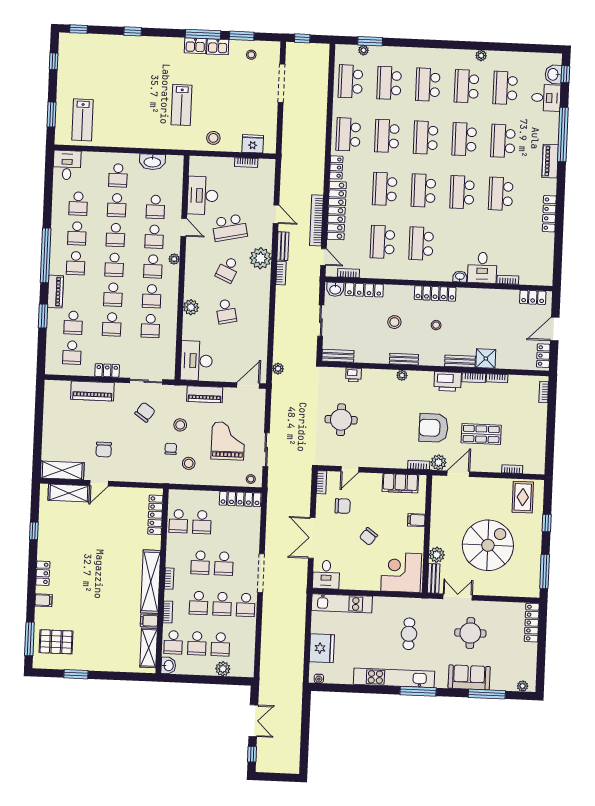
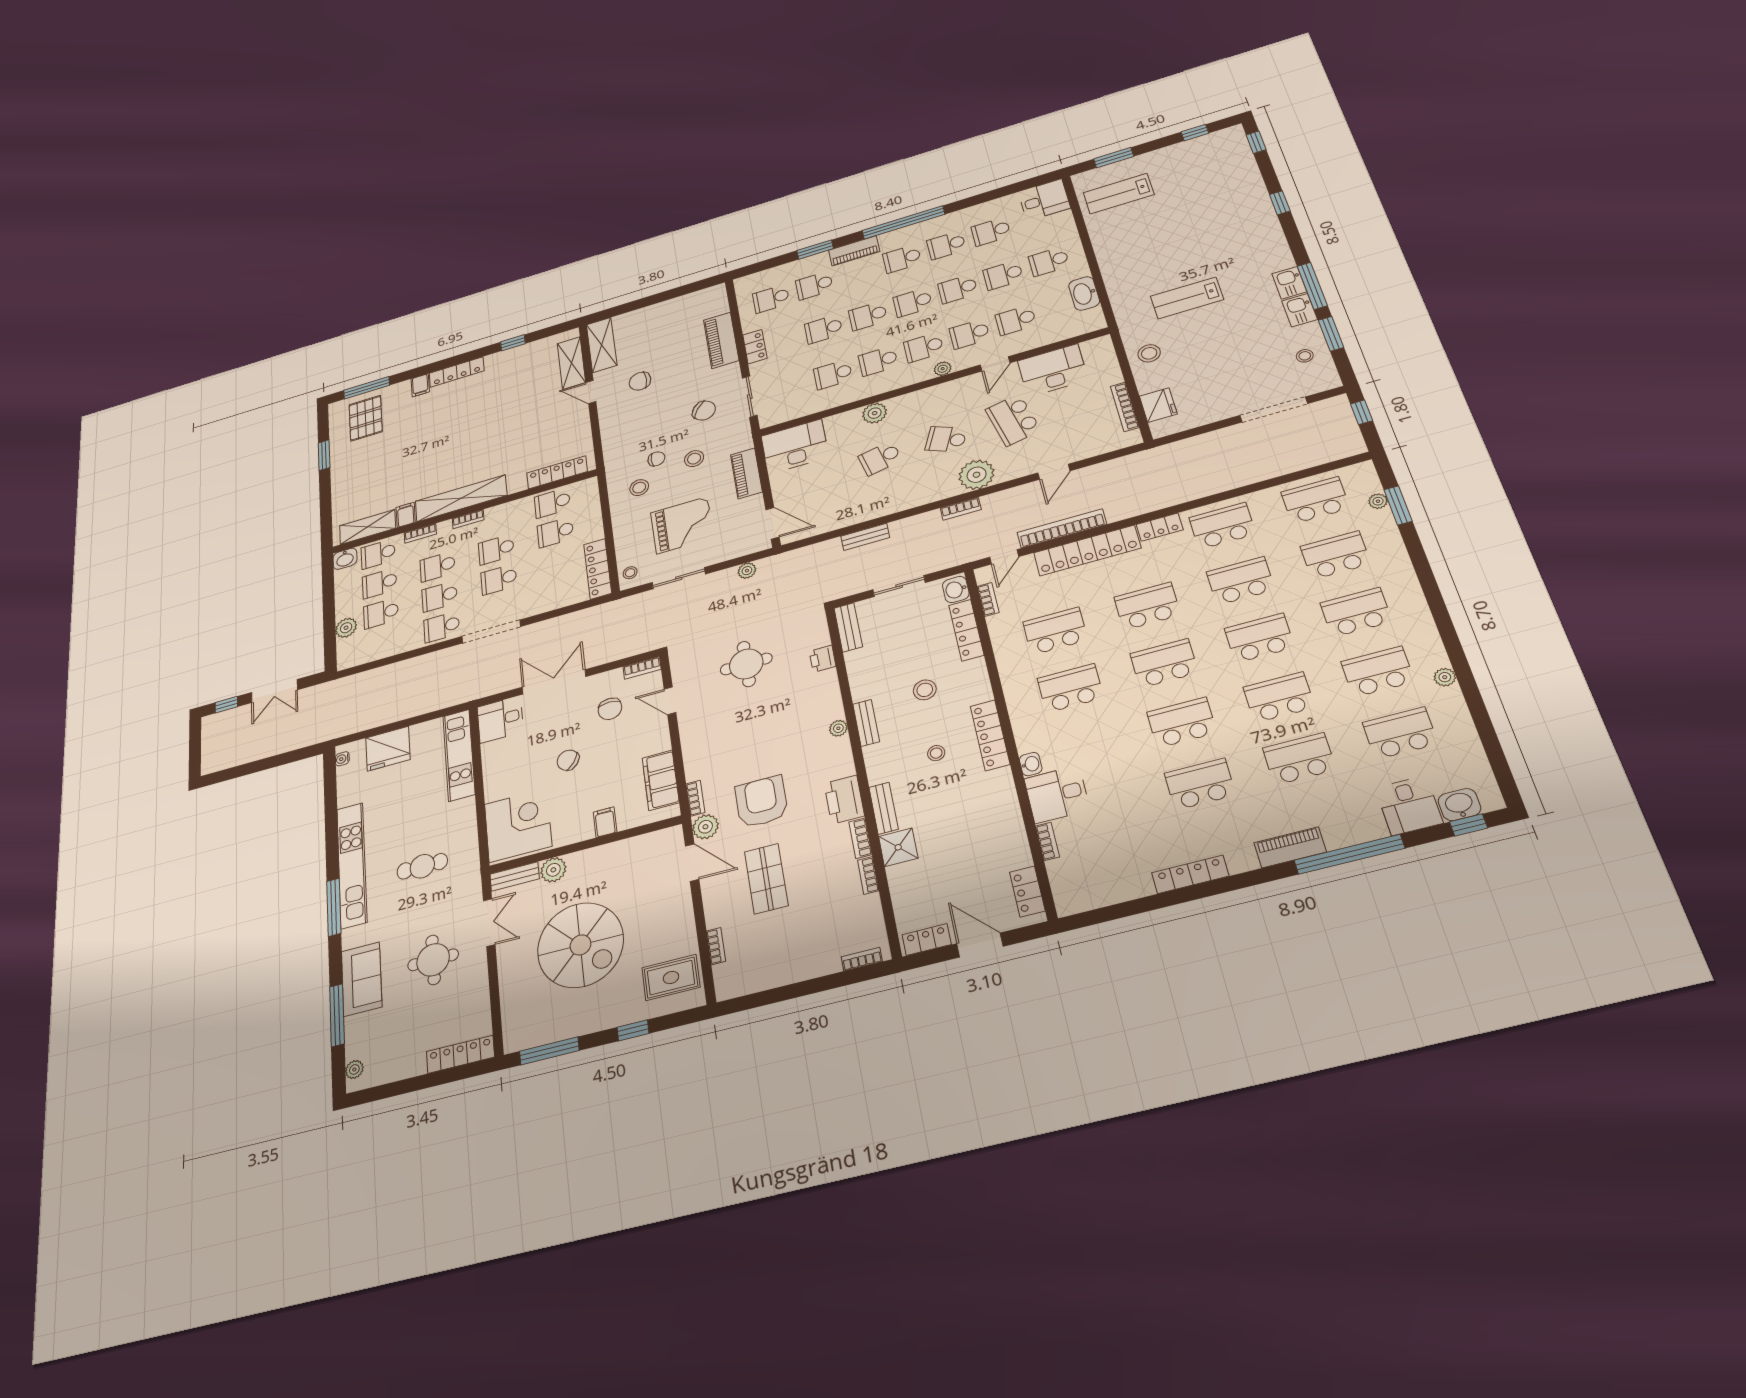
bookcase: (246, 163) -> (1125, 407), width x1.56
bench: (283, 246) -> (865, 537), moved
plant: (278, 369) -> (747, 571), moved
locker: (43, 573) -> (457, 372), width x1.53

